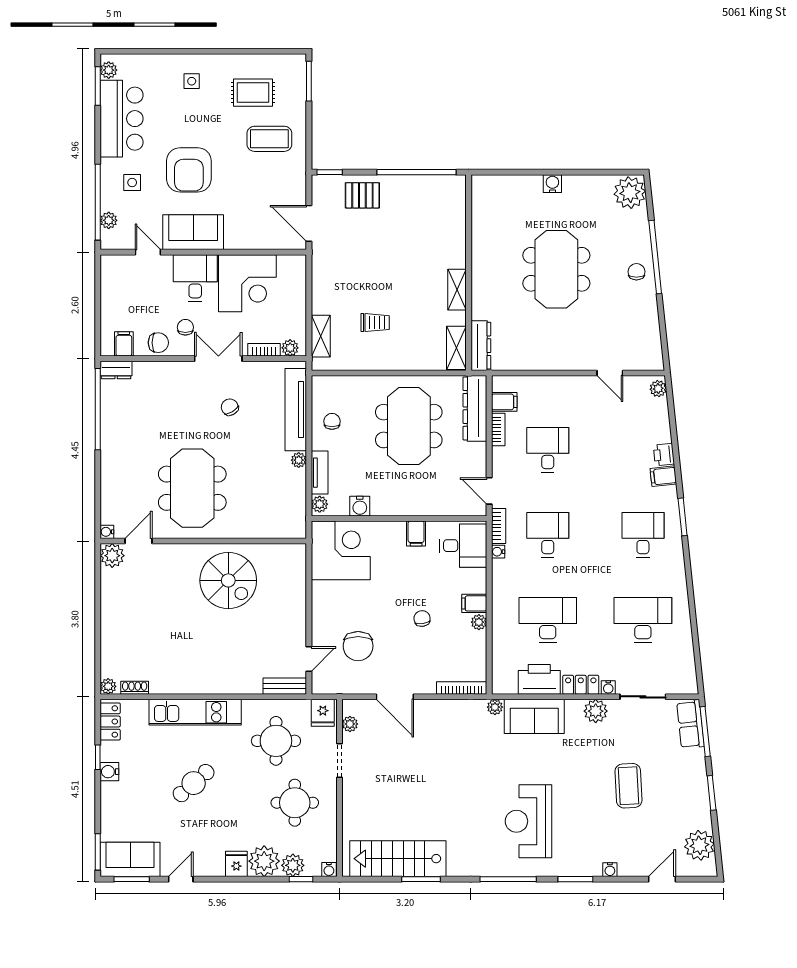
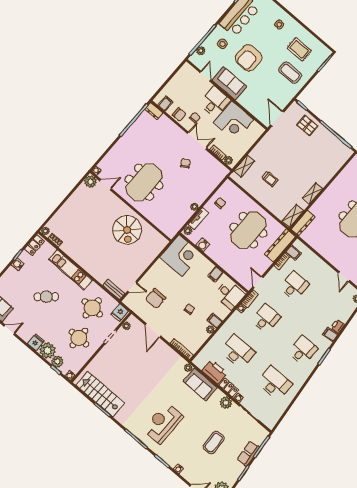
tv unit: (296, 410) -> (210, 186), removed
row of seats: (691, 724) -> (248, 454), moved

